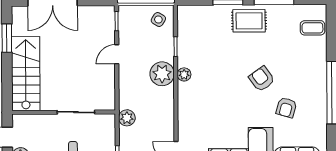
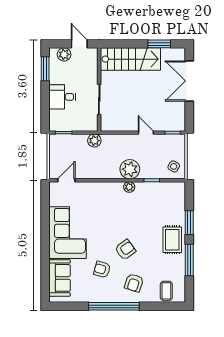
armchair: (303, 68) -> (134, 283), added

